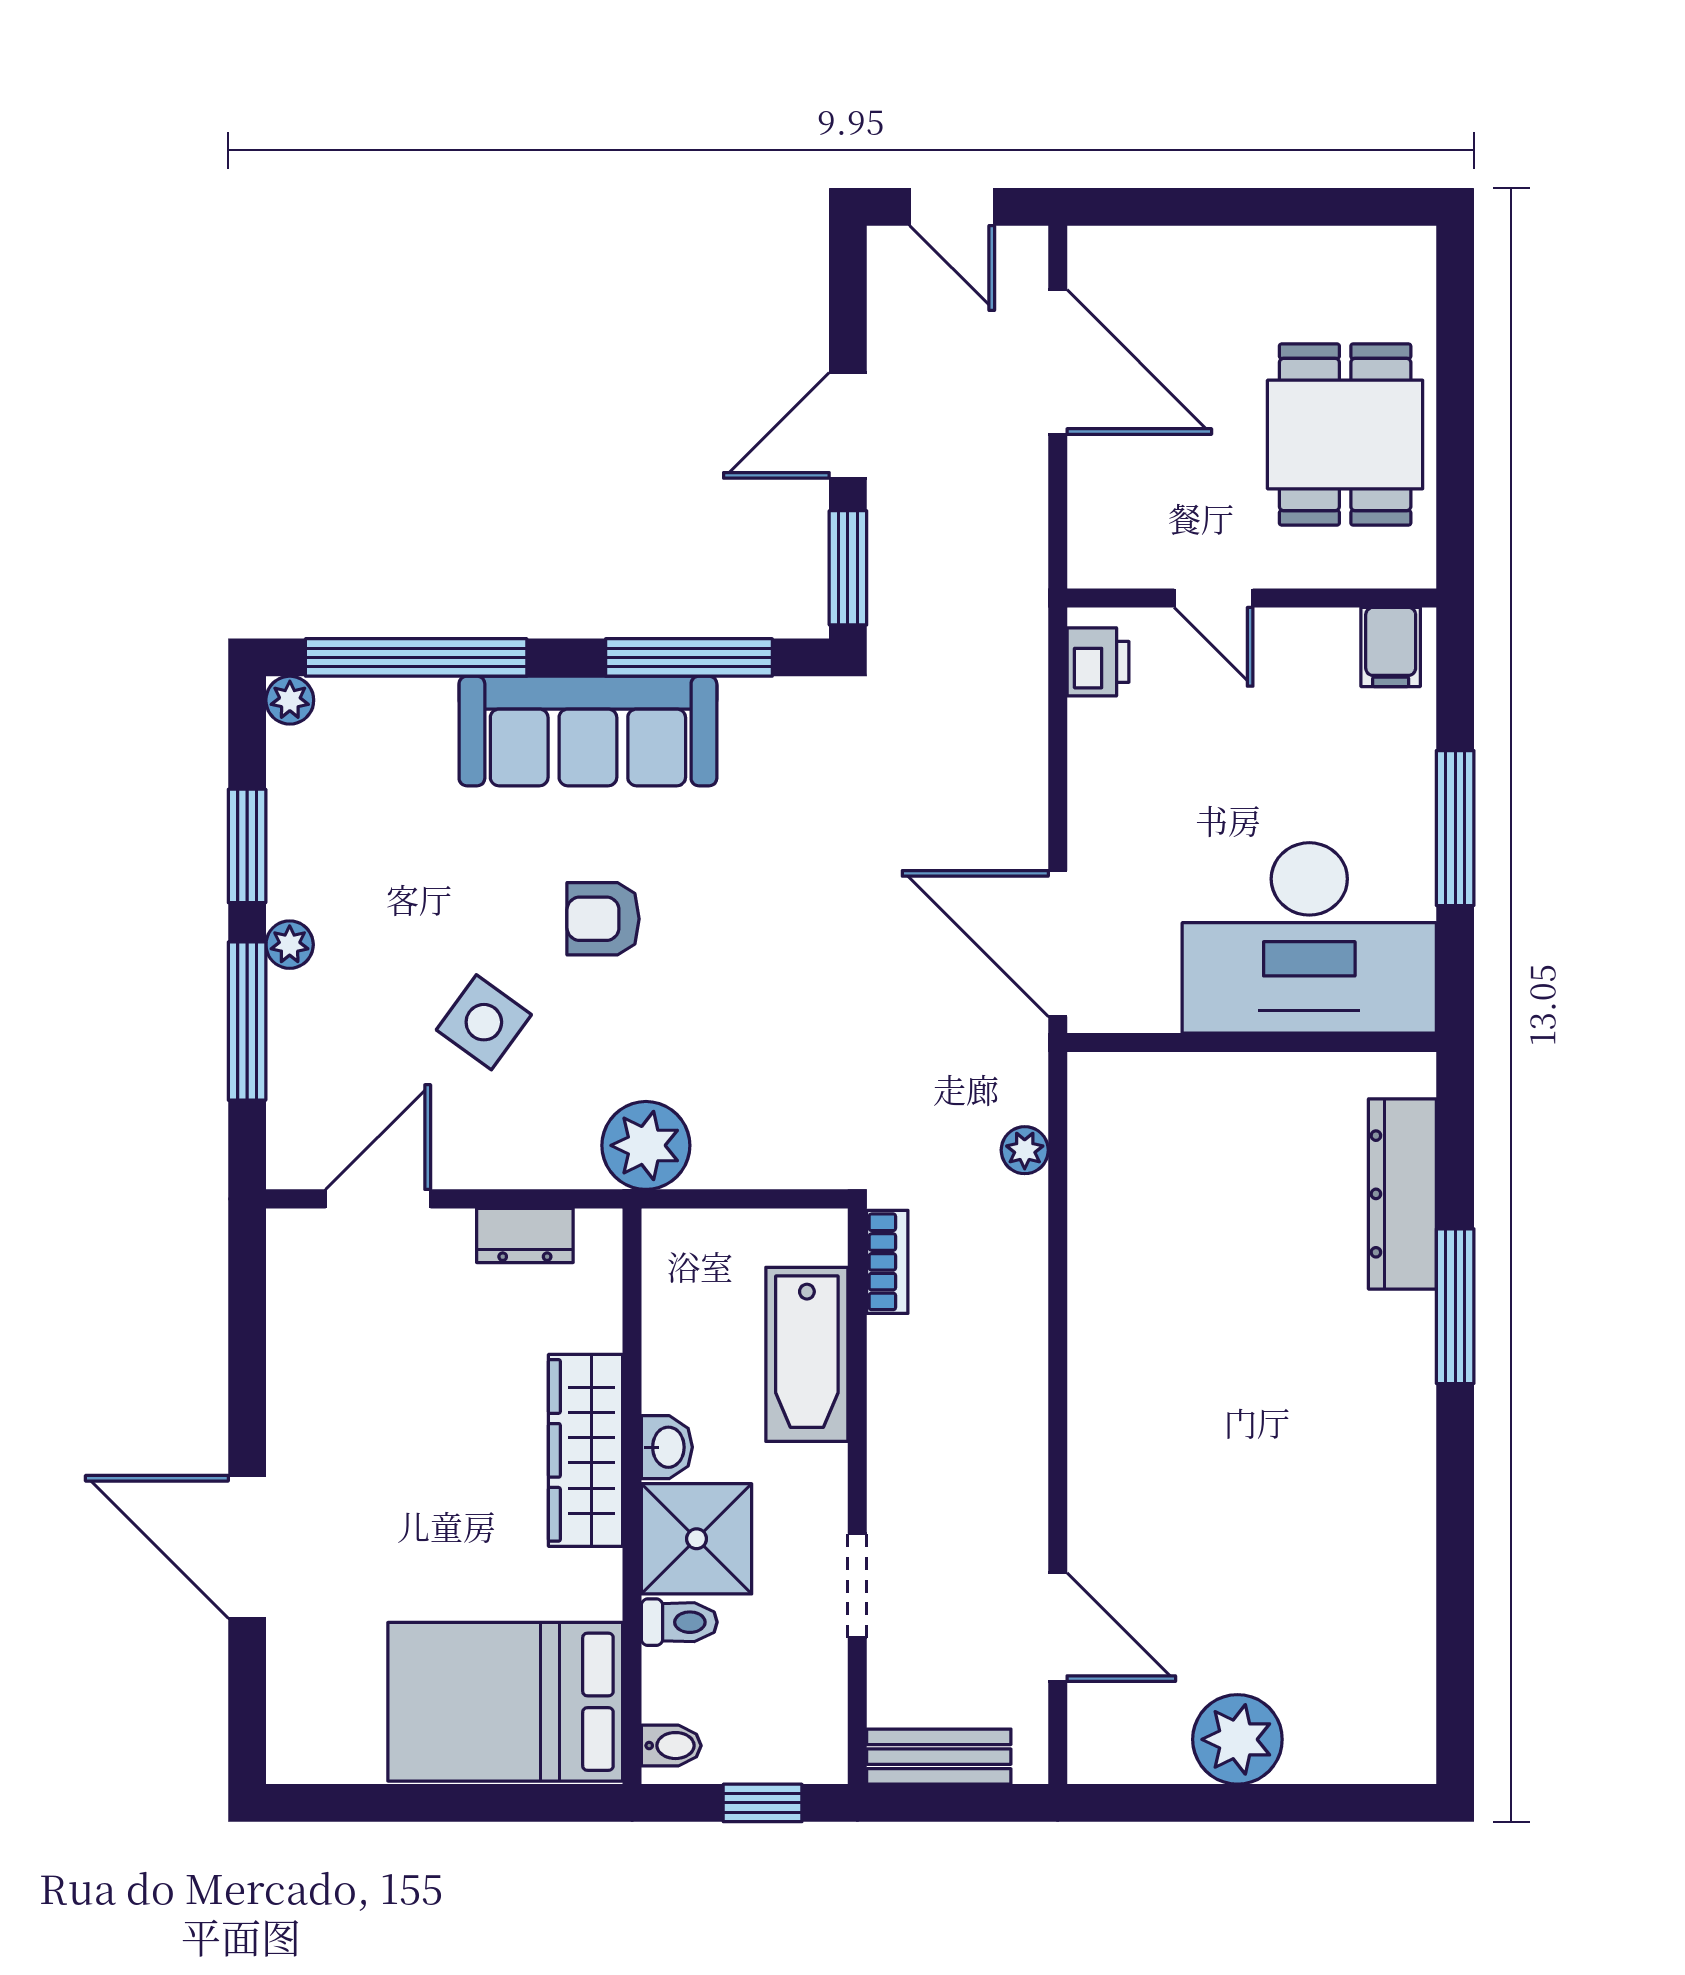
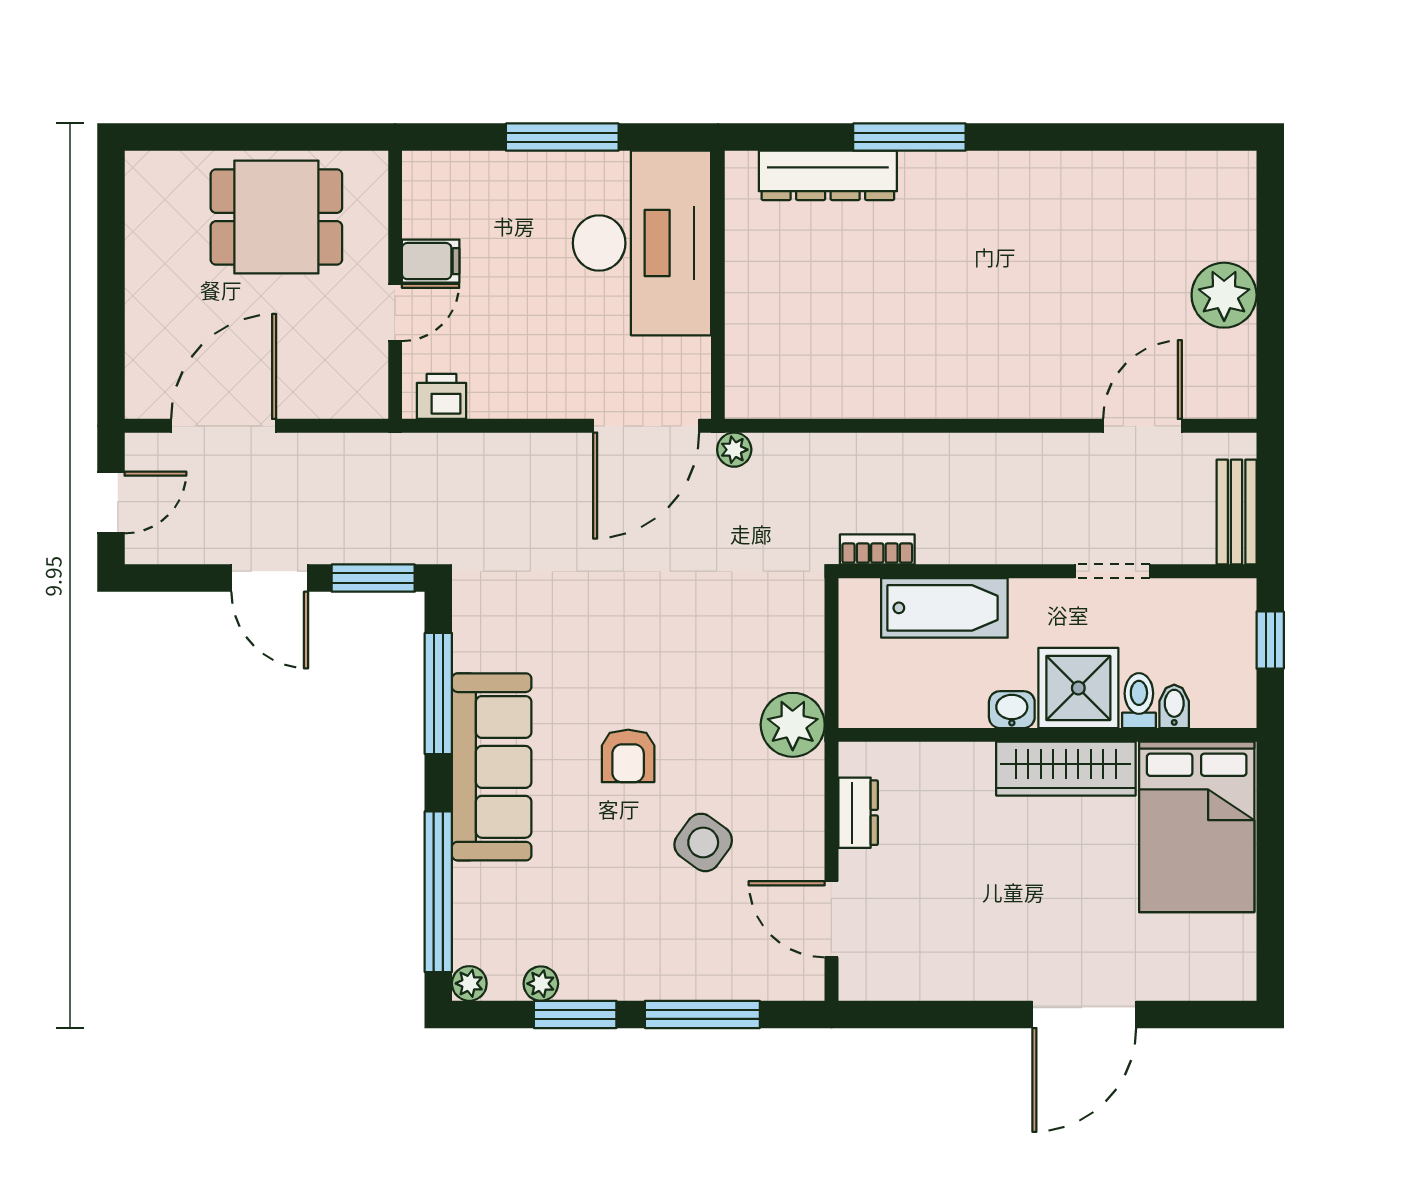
filing cabinet: (1391, 647) -> (431, 261), moved
plant: (290, 945) -> (541, 984), moved
plant: (1025, 1150) -> (734, 450), moved
wardrobe: (586, 1450) -> (1066, 769), moved
bidet: (671, 1746) -> (1174, 706), moved

